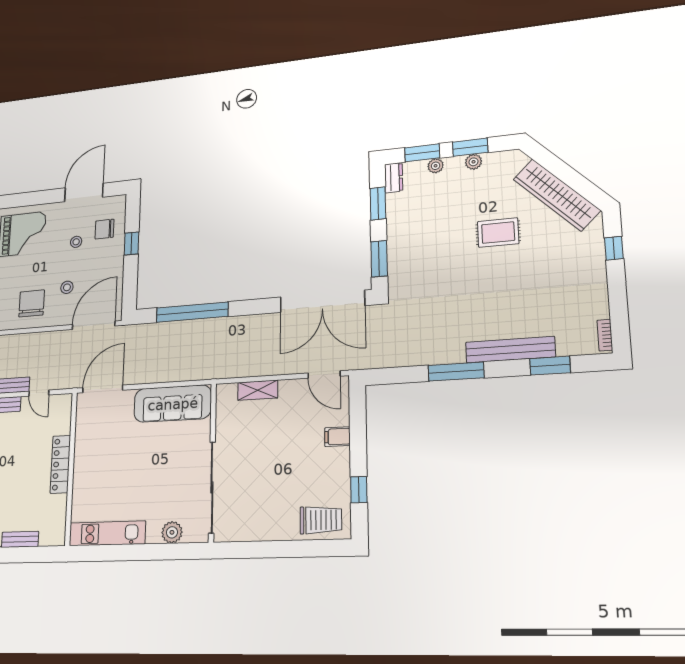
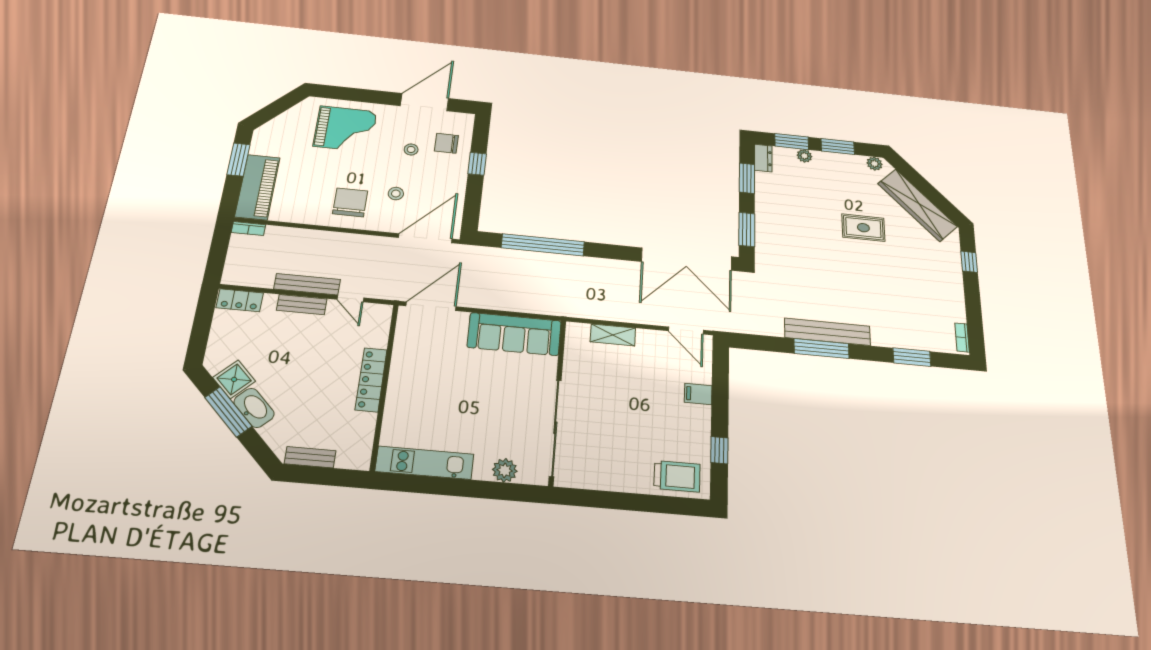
plant: (474, 162) -> (875, 164), moved
bench: (510, 350) -> (827, 332), moved

